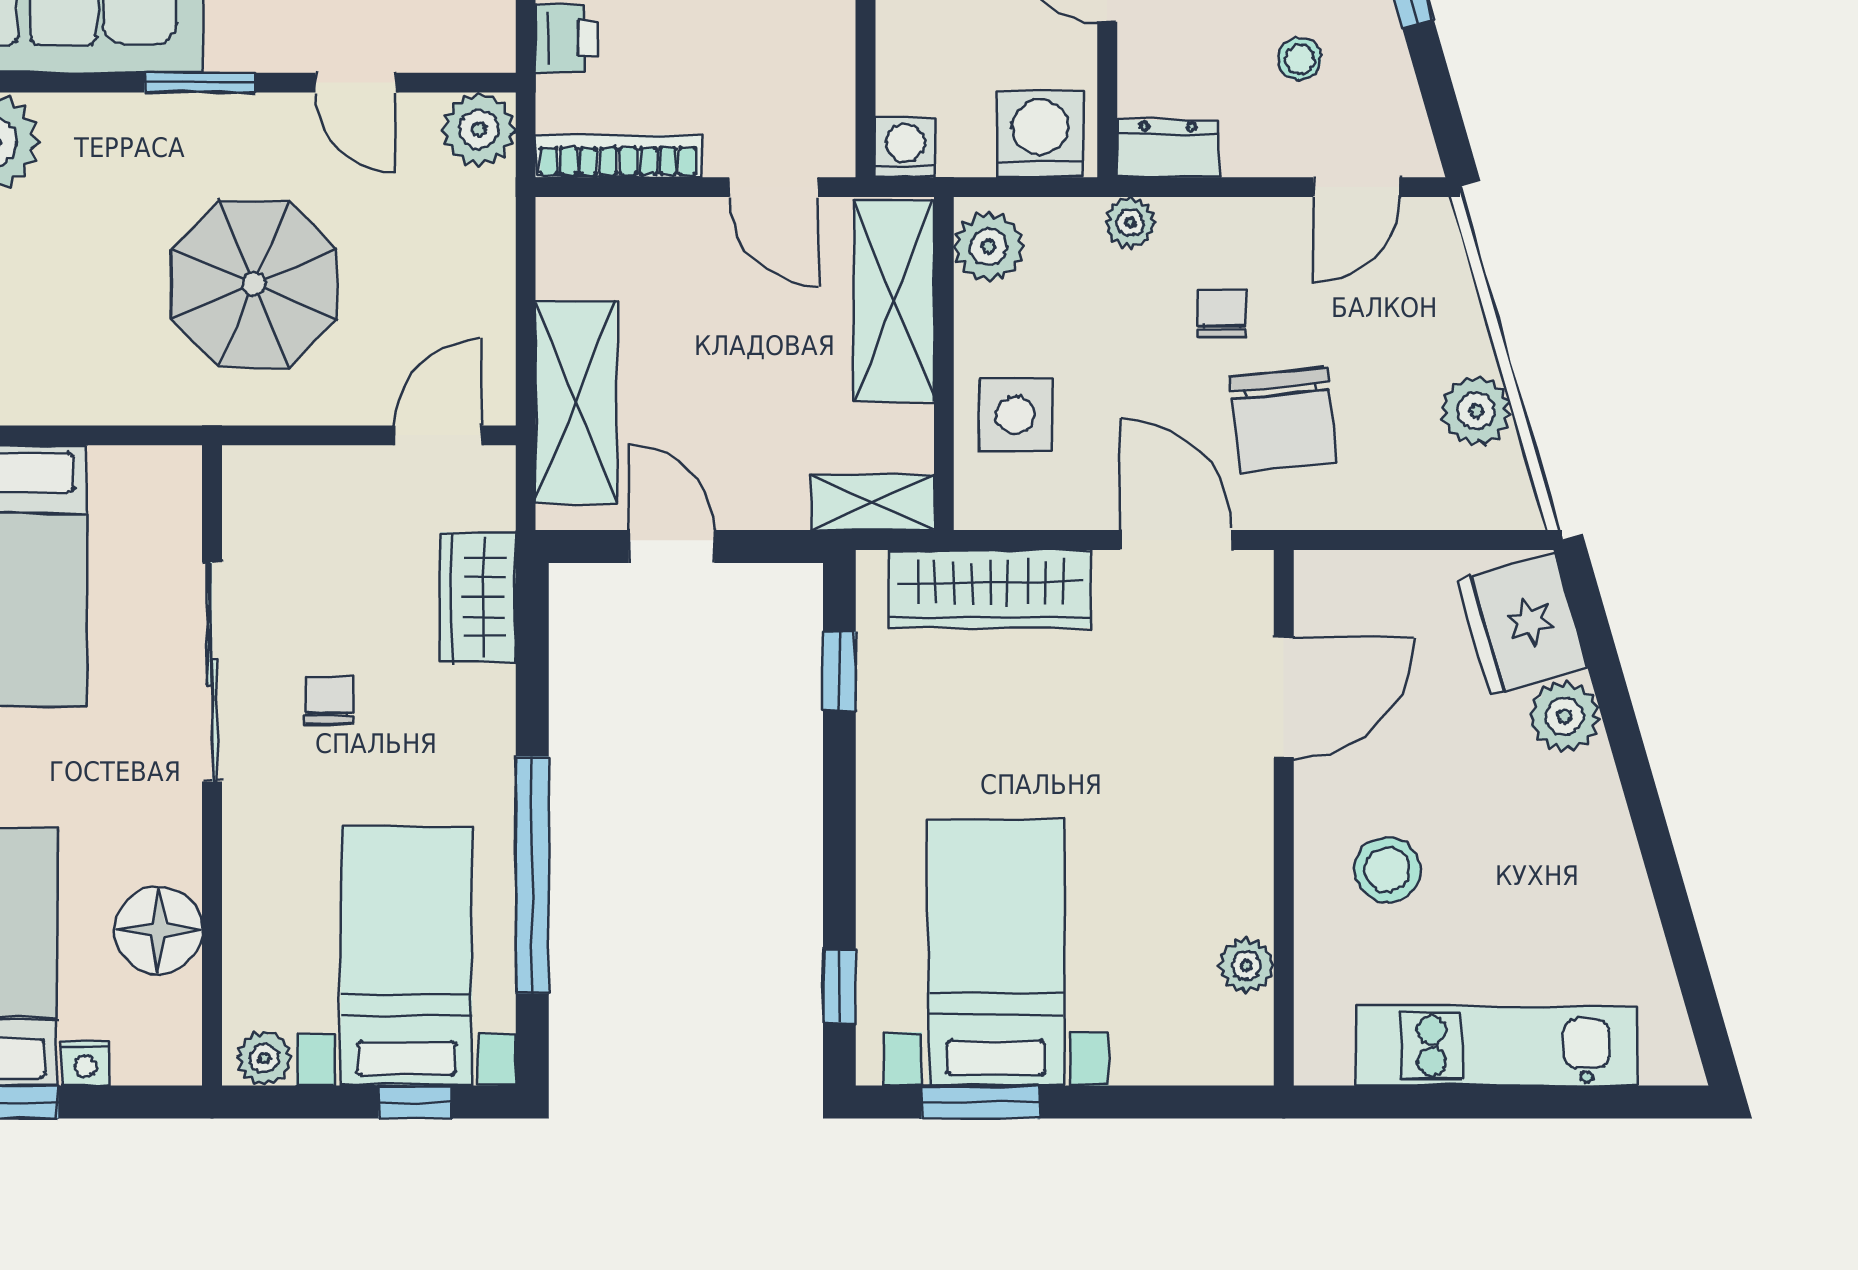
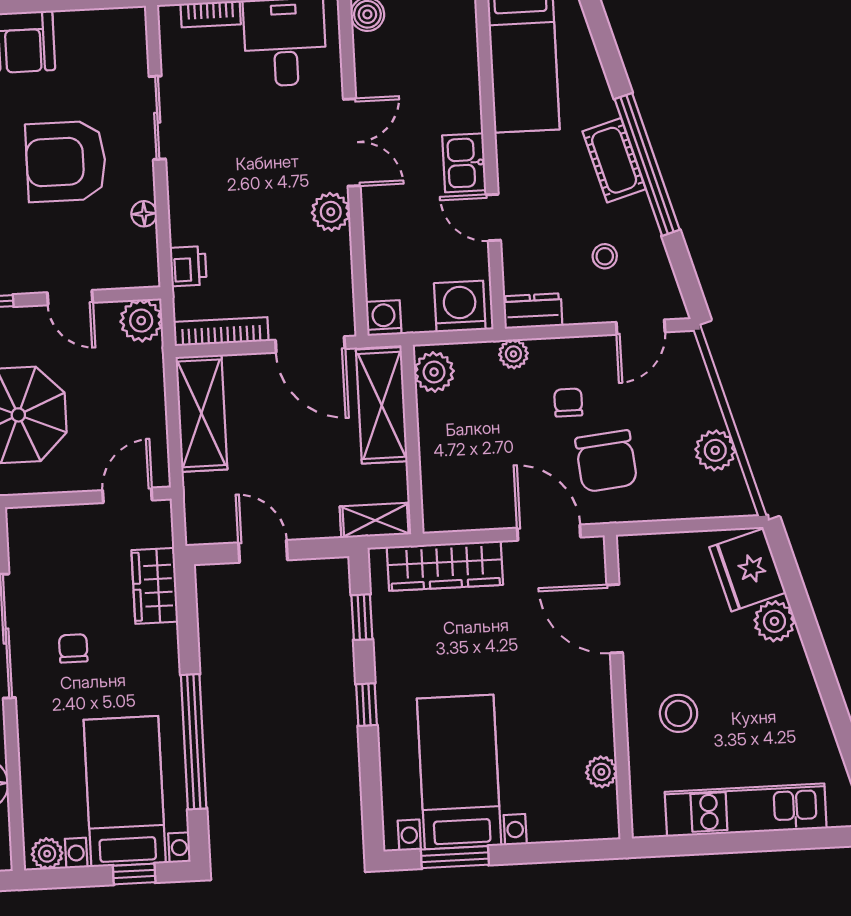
door: (774, 187) -> (310, 344), width x1.38
shelving: (576, 402) -> (201, 413), moved
side table: (1015, 415) -> (454, 467), removed
door: (1284, 697) -> (615, 619), swing flipped
window: (839, 986) -> (366, 705), moved

